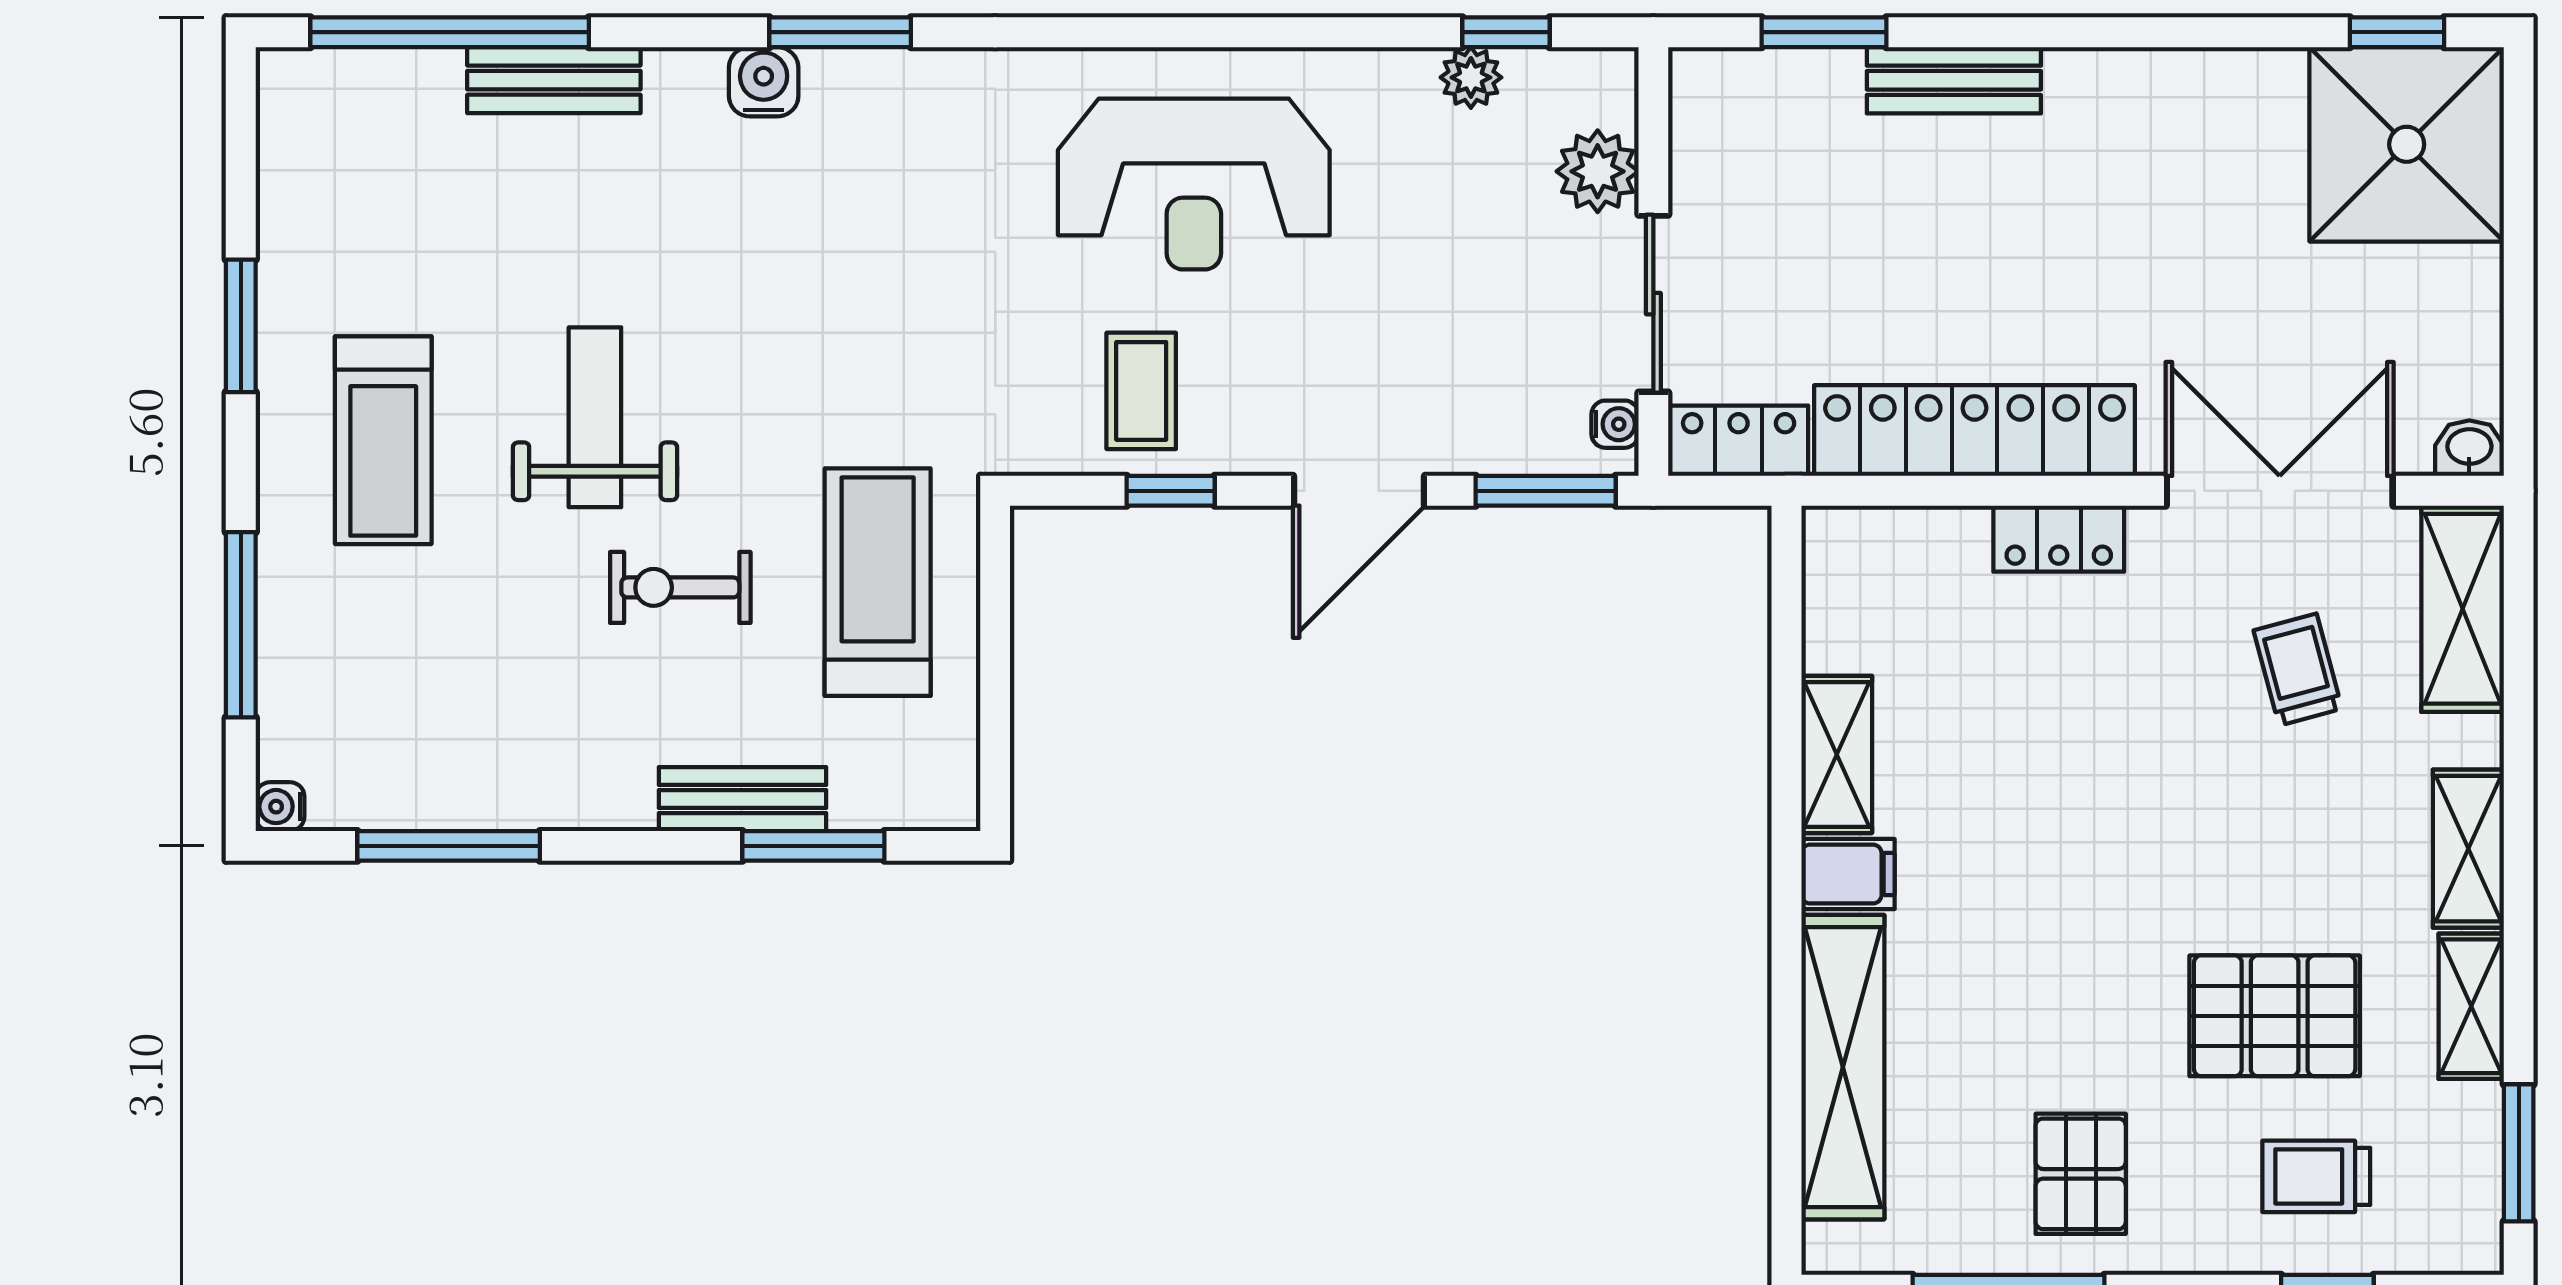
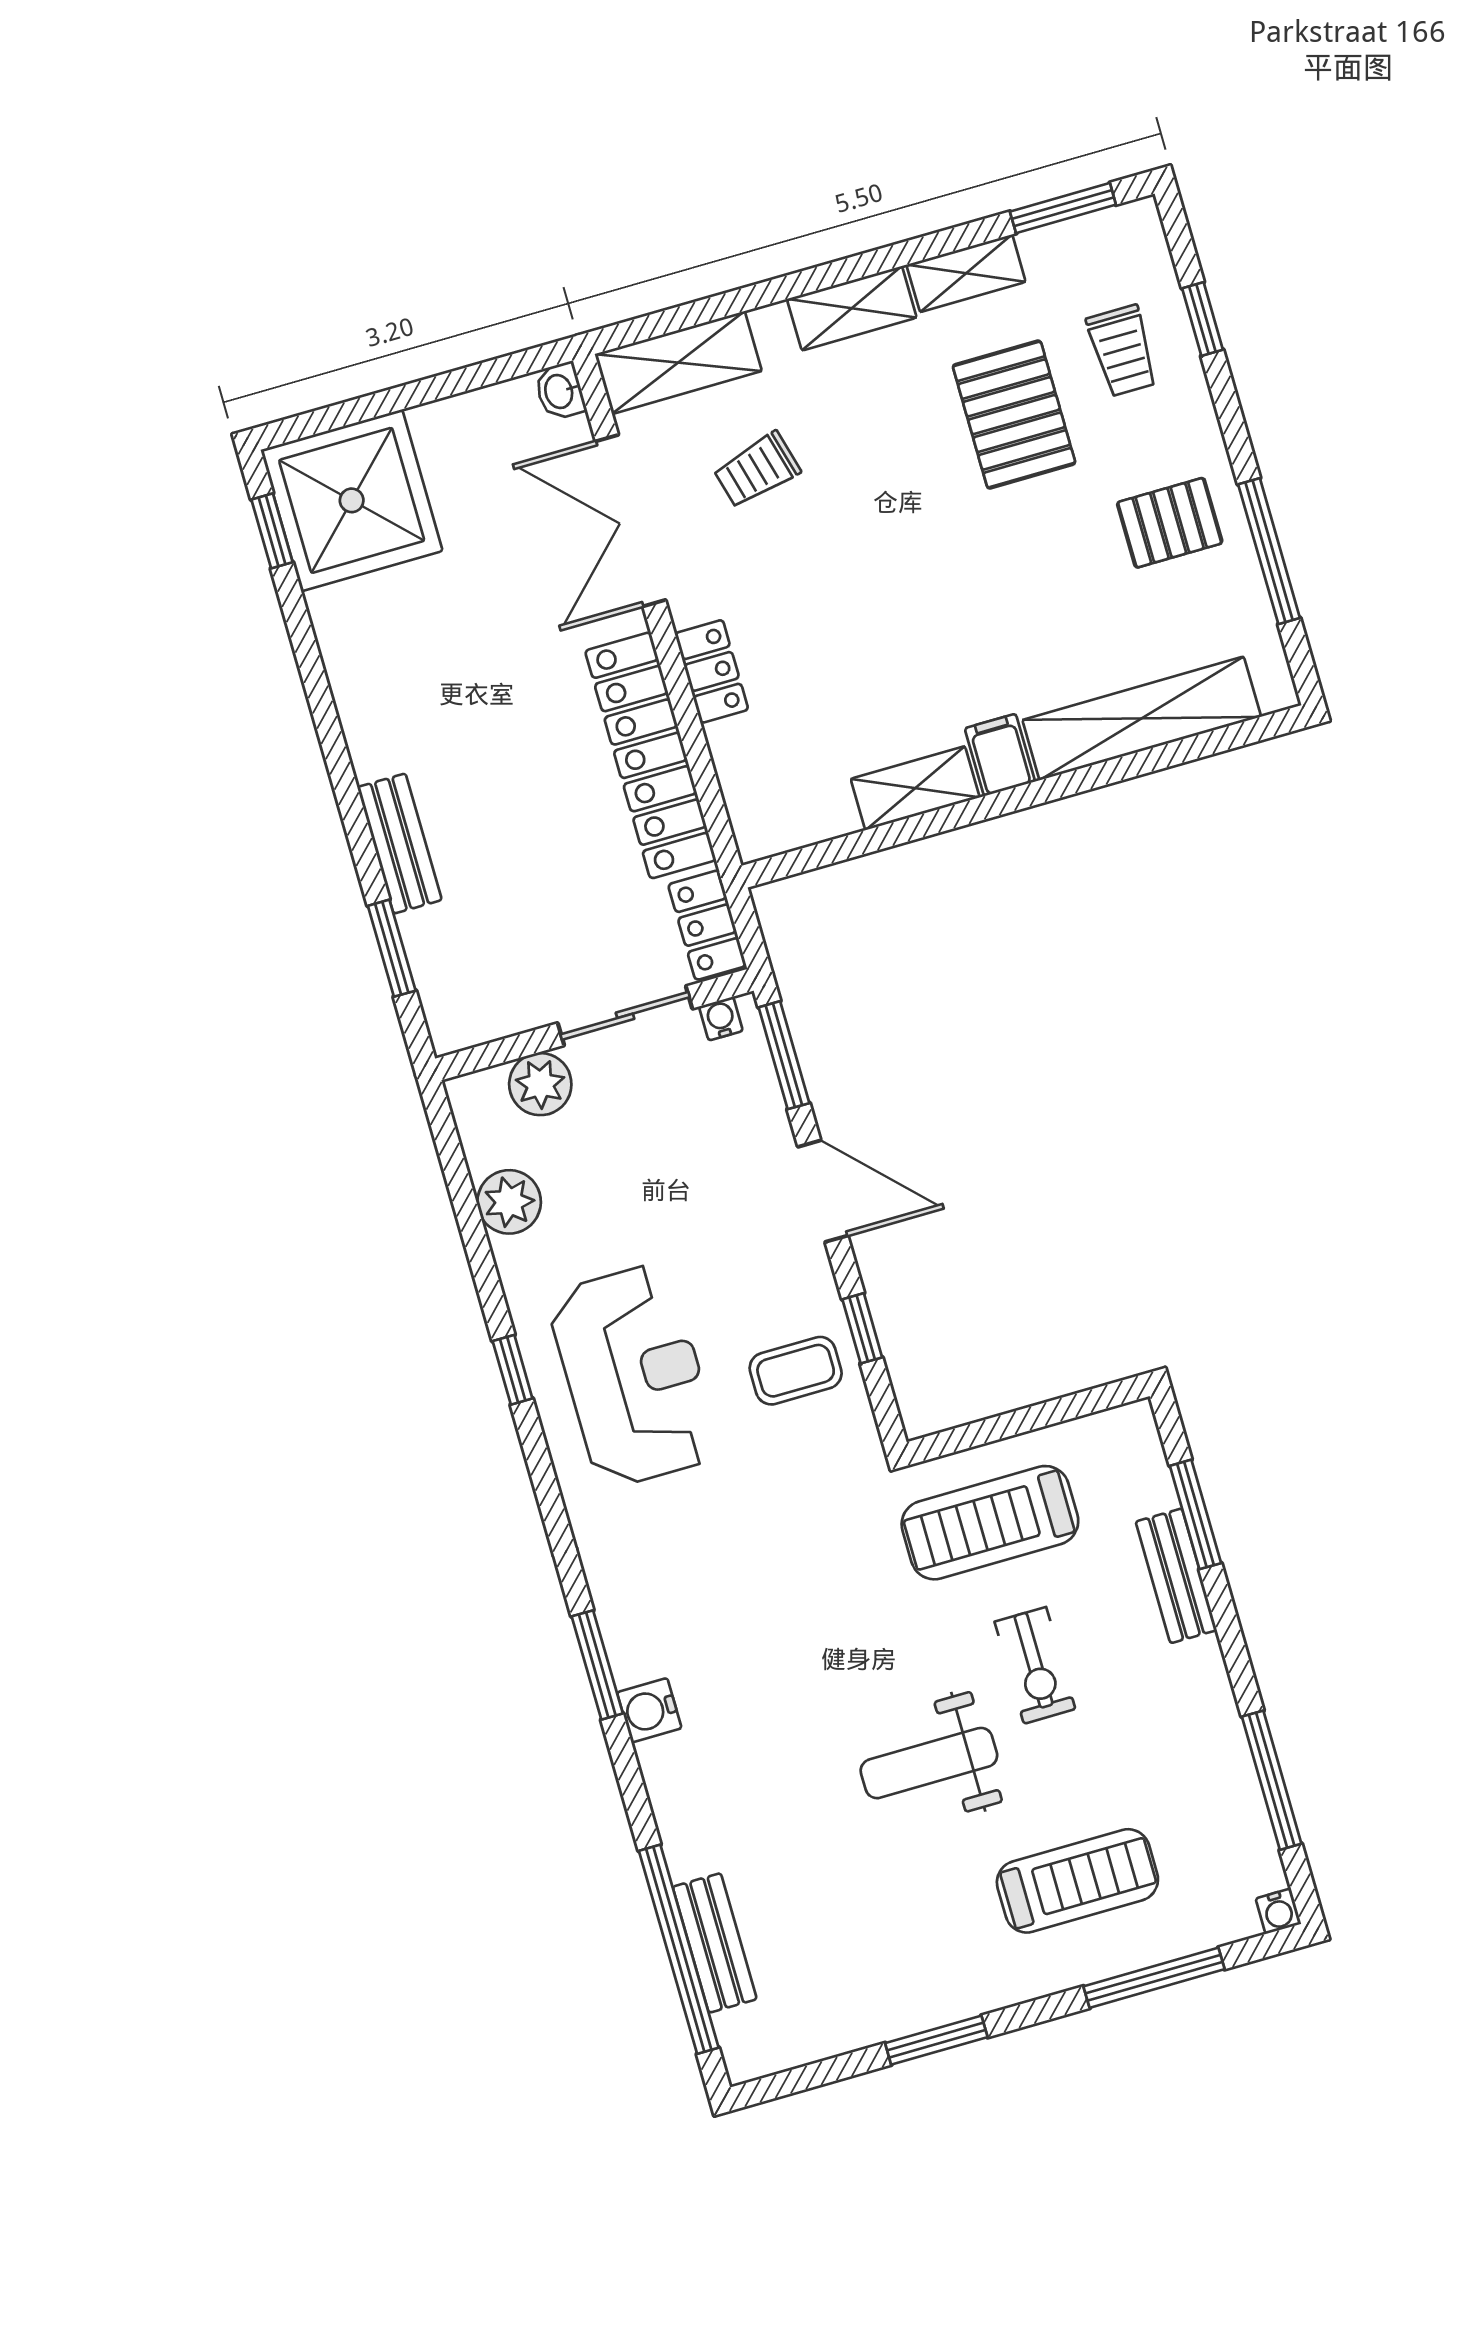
window: (1506, 32) -> (513, 1370), moved
plant: (1471, 77) -> (509, 1202), width x1.38, depth x1.38
bench: (554, 80) -> (715, 1943), moved
treadmill: (383, 440) -> (1077, 1881), moved

